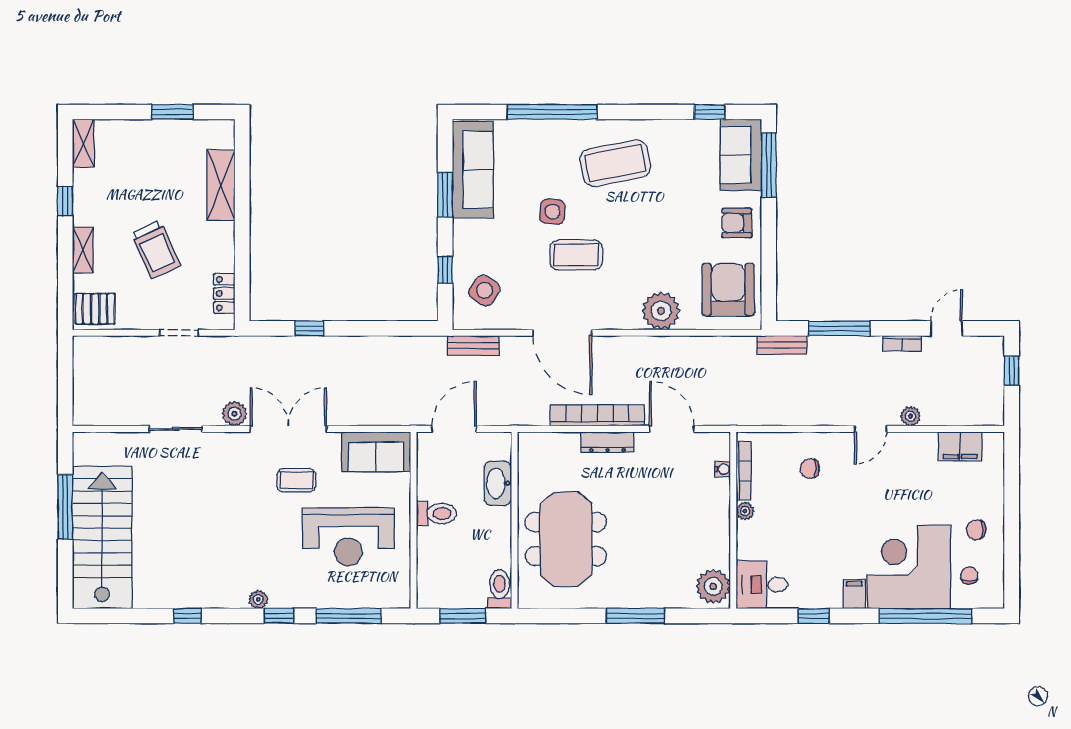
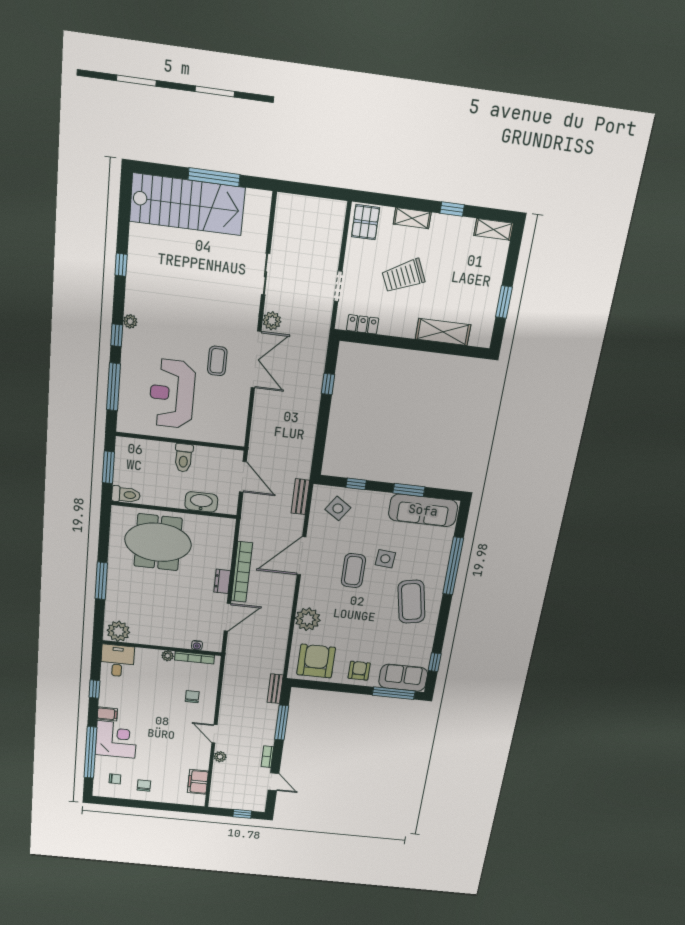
armchair: (728, 290) -> (316, 661), turned -90
dresser: (607, 442) -> (222, 581), width x0.70
sofa: (376, 452) -> (232, 421), removed
corner desk: (909, 567) -> (116, 740), width x0.74, depth x0.74

